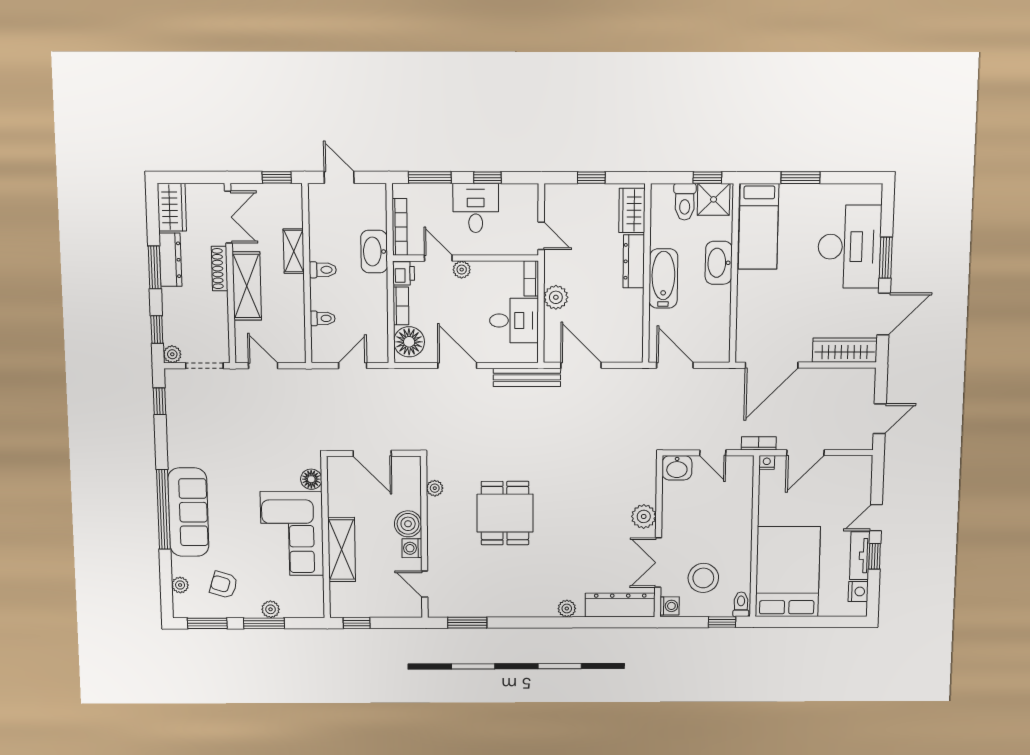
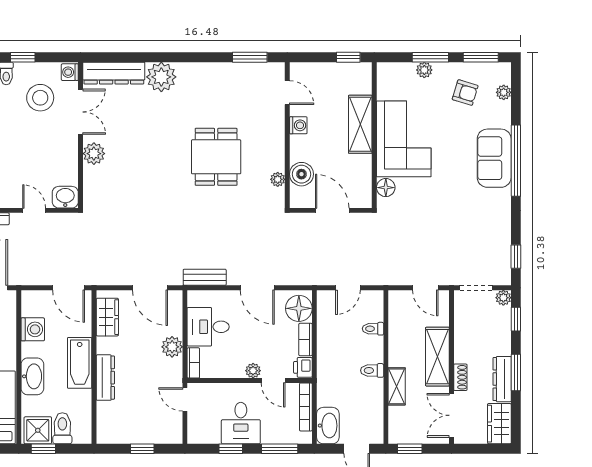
wardrobe: (632, 210) -> (107, 317), moved
washbasin: (374, 252) -> (328, 426), moved
shoe rack: (220, 269) -> (460, 377), width x0.70
washing machine: (717, 317) -> (33, 329), added
bench: (527, 377) -> (205, 277), width x0.73
sofa: (188, 512) -> (494, 158), width x0.73
boiler: (408, 524) -> (301, 174), moved
plant: (567, 608) -> (161, 77), width x1.87, depth x1.87

